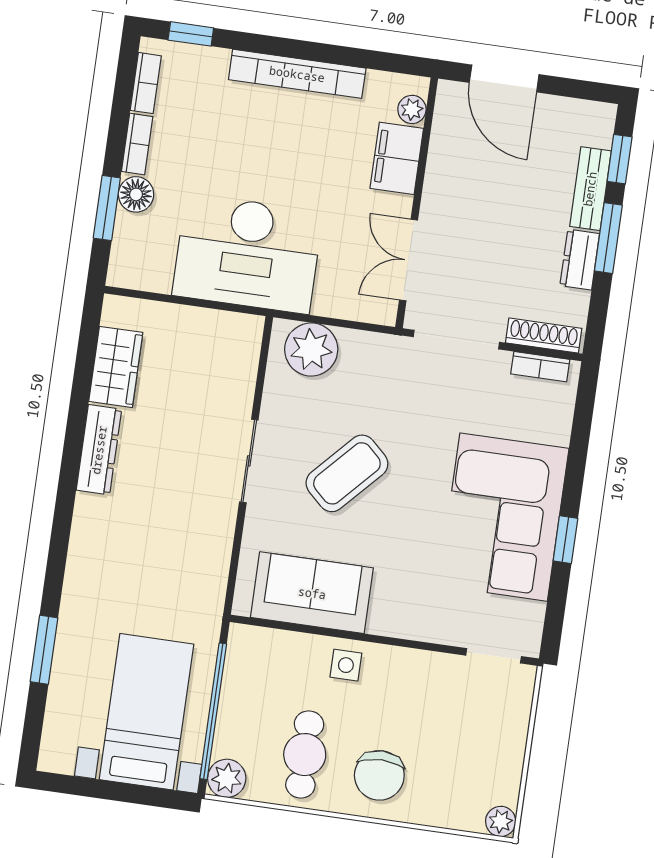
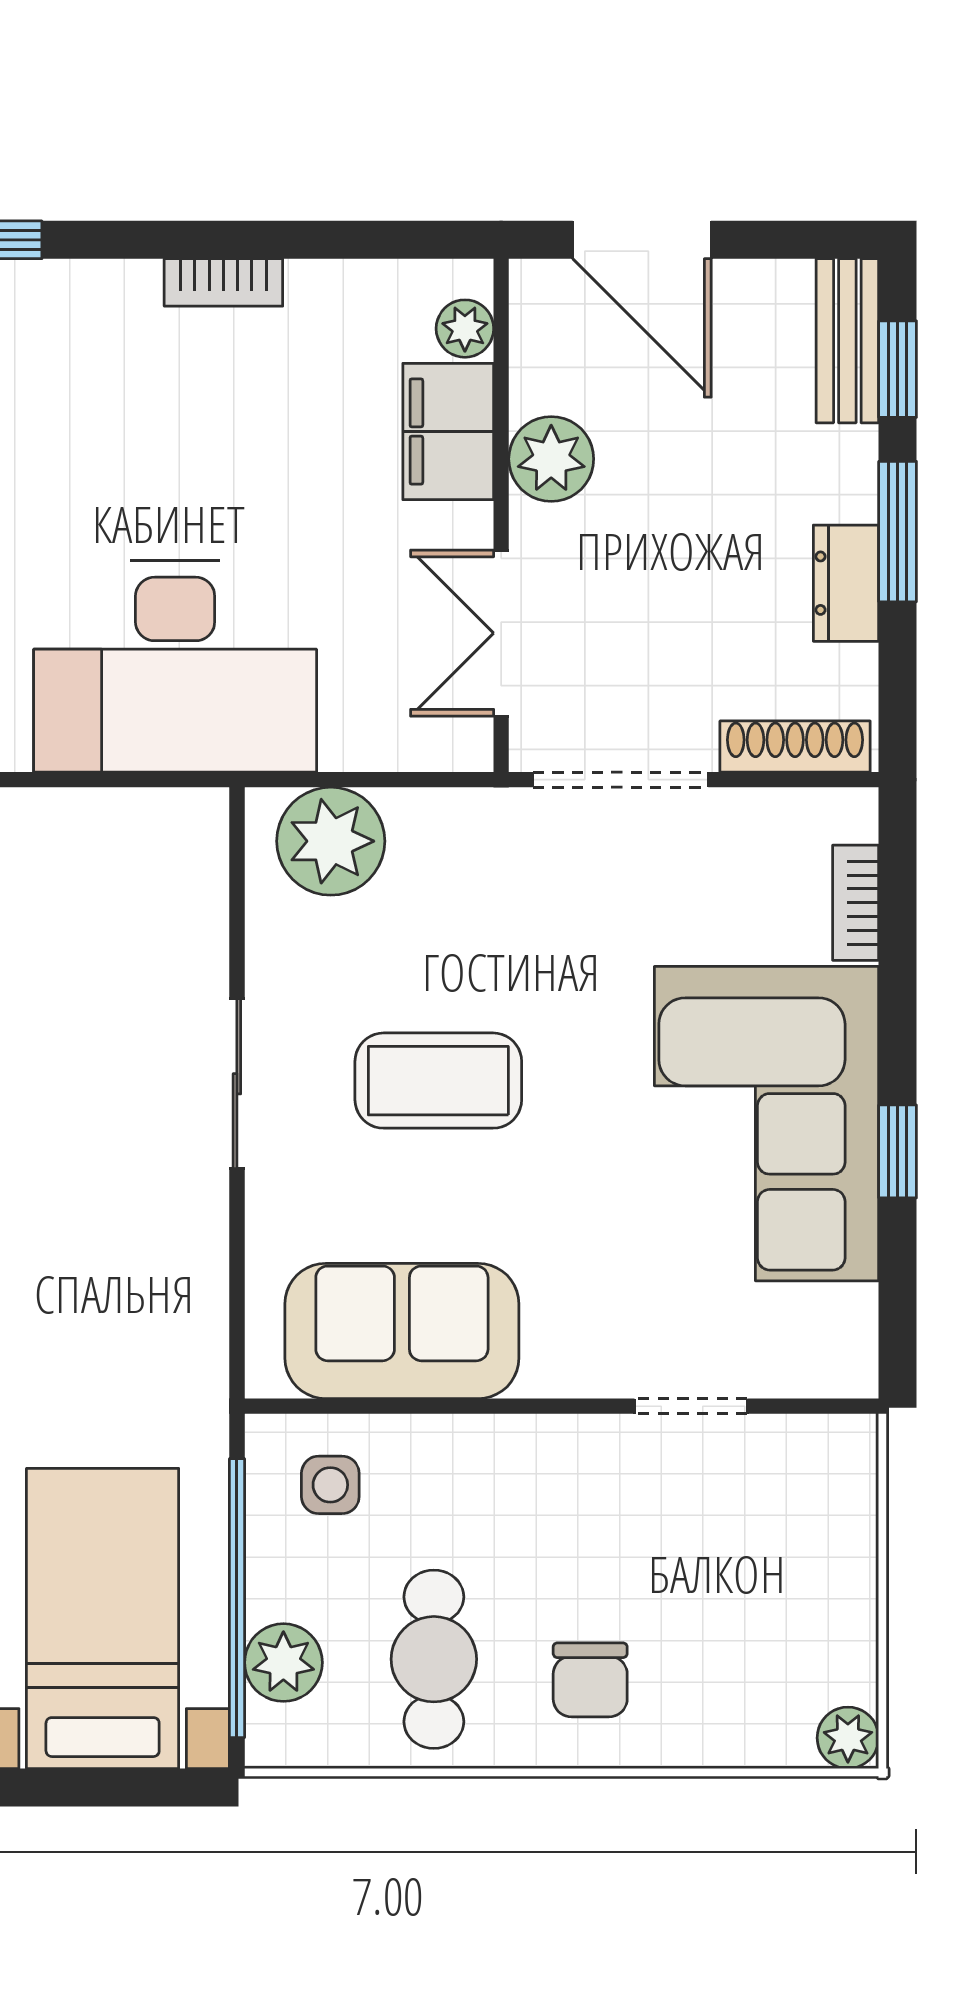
bookcase: (297, 74) -> (223, 282), width x0.43, depth x0.76
plant: (445, 179) -> (551, 459), added
bench: (590, 189) -> (847, 341), moved
bookcase: (540, 367) -> (856, 903), moved, turned 90
coffee table: (347, 473) -> (438, 1081), turned 47
doorway: (494, 656) -> (691, 1406), moved
side table: (346, 665) -> (330, 1485), moved
chair: (379, 775) -> (590, 1680), width x0.73, depth x0.73
plant: (227, 778) -> (283, 1663), moved

